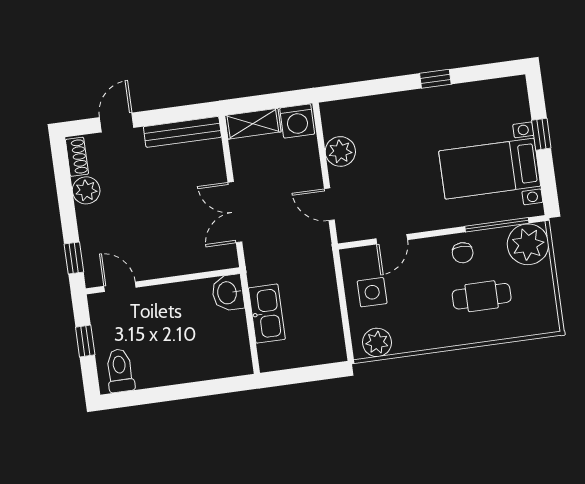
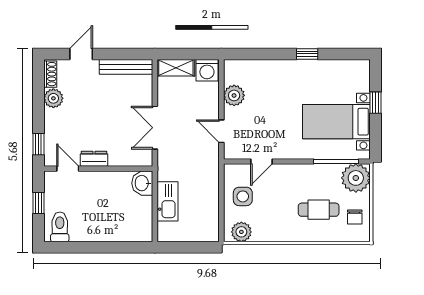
chair: (463, 253) -> (355, 217), moved
dresser: (155, 268) -> (94, 159), added

